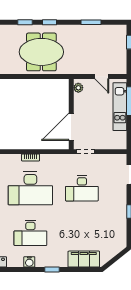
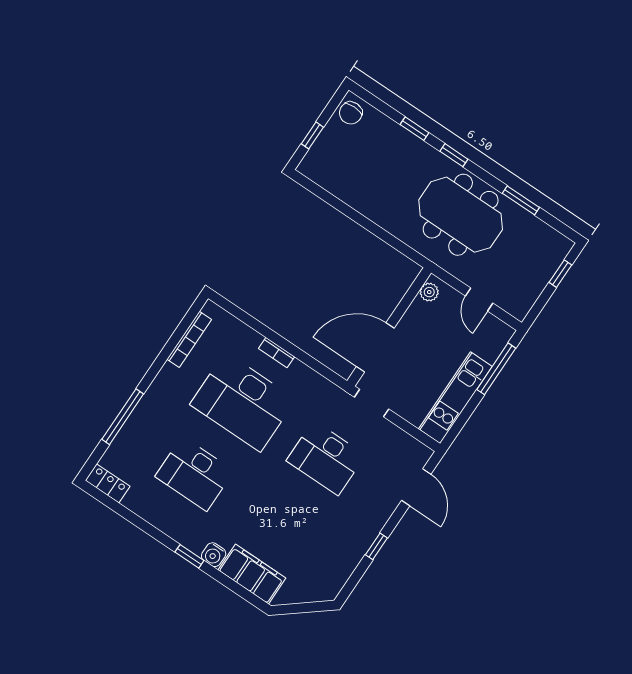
meeting table: (41, 52) -> (461, 215), moved
kitchen unit: (120, 107) -> (455, 398), moved
water cooler: (29, 262) -> (214, 555), moved

